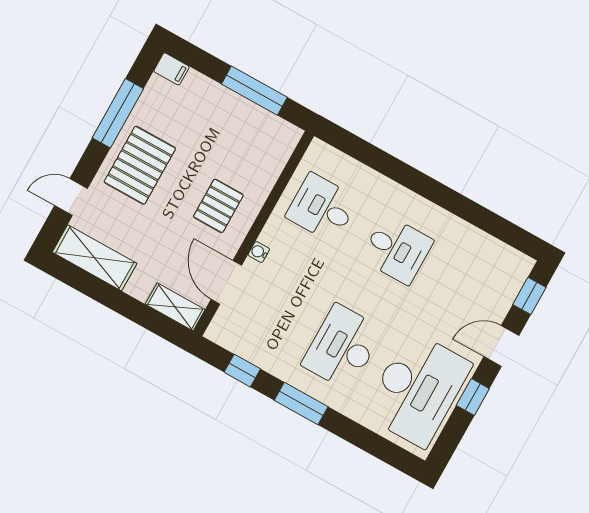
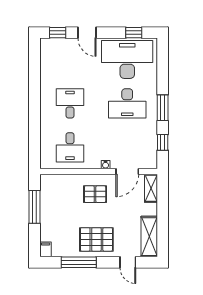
window: (473, 397) -> (134, 33), moved

